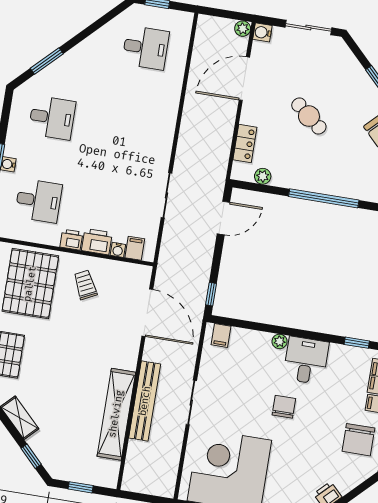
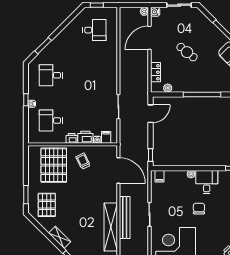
desk: (52, 118) -> (51, 75), turned 180
desk: (38, 201) -> (51, 120), turned 180

